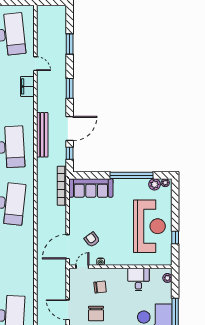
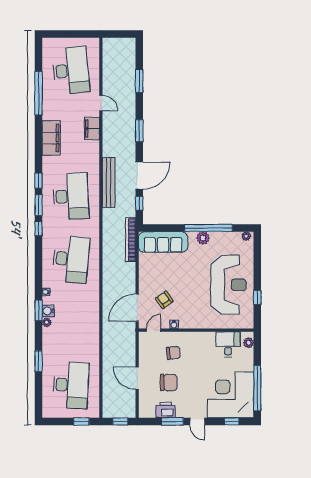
plant: (155, 184) -> (203, 238), moved
desk: (138, 279) -> (228, 344), moved
chair: (96, 314) -> (169, 382), turned -90

